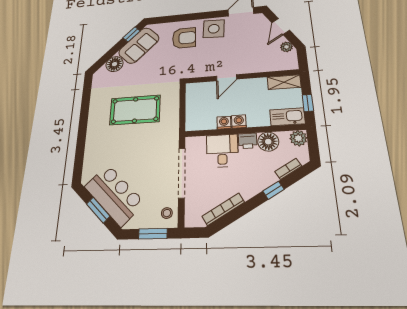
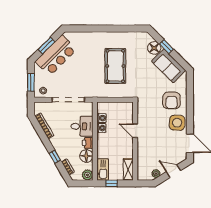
window: (132, 34) -> (166, 47), moved
washing machine: (239, 121) -> (102, 118), moved

